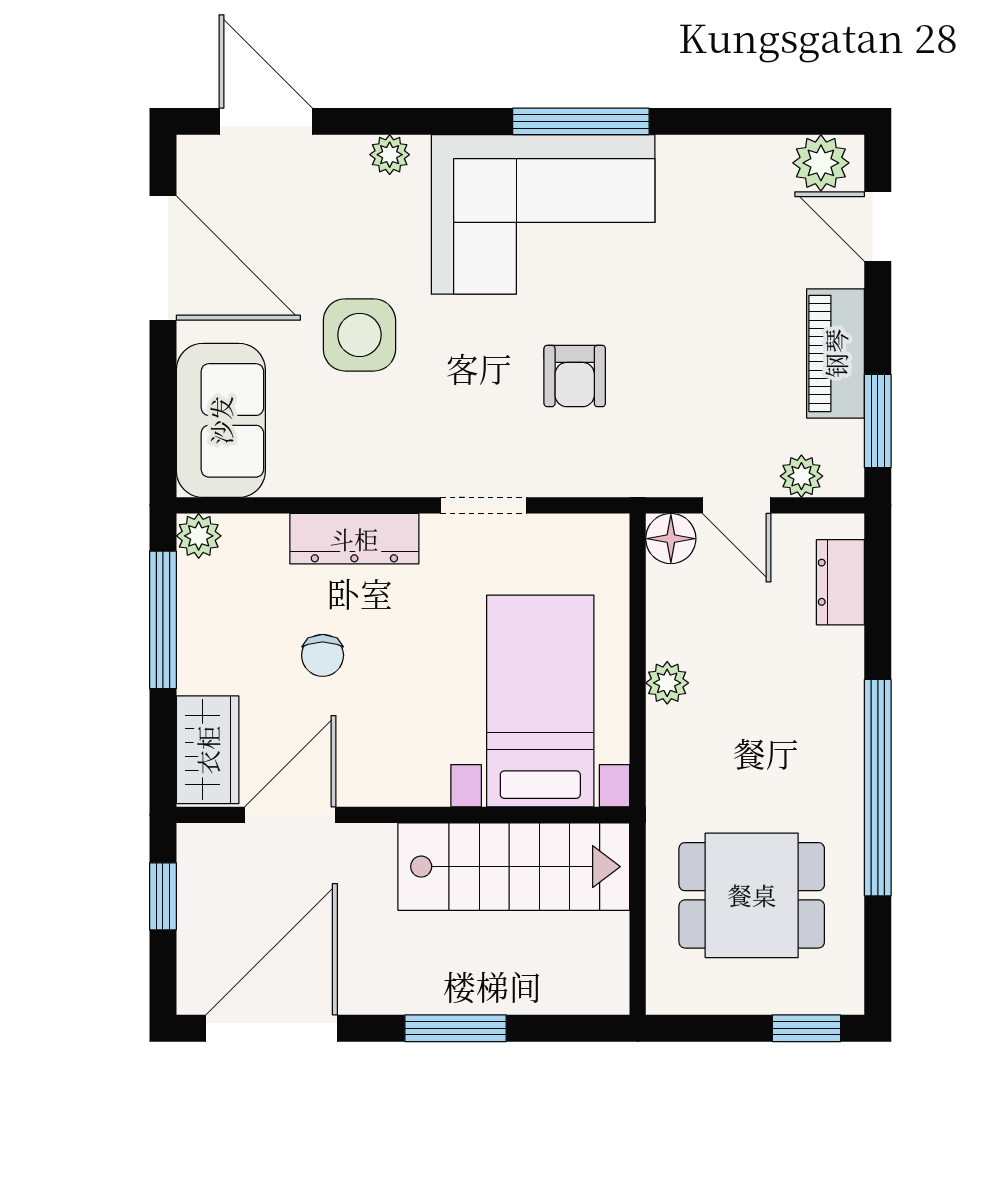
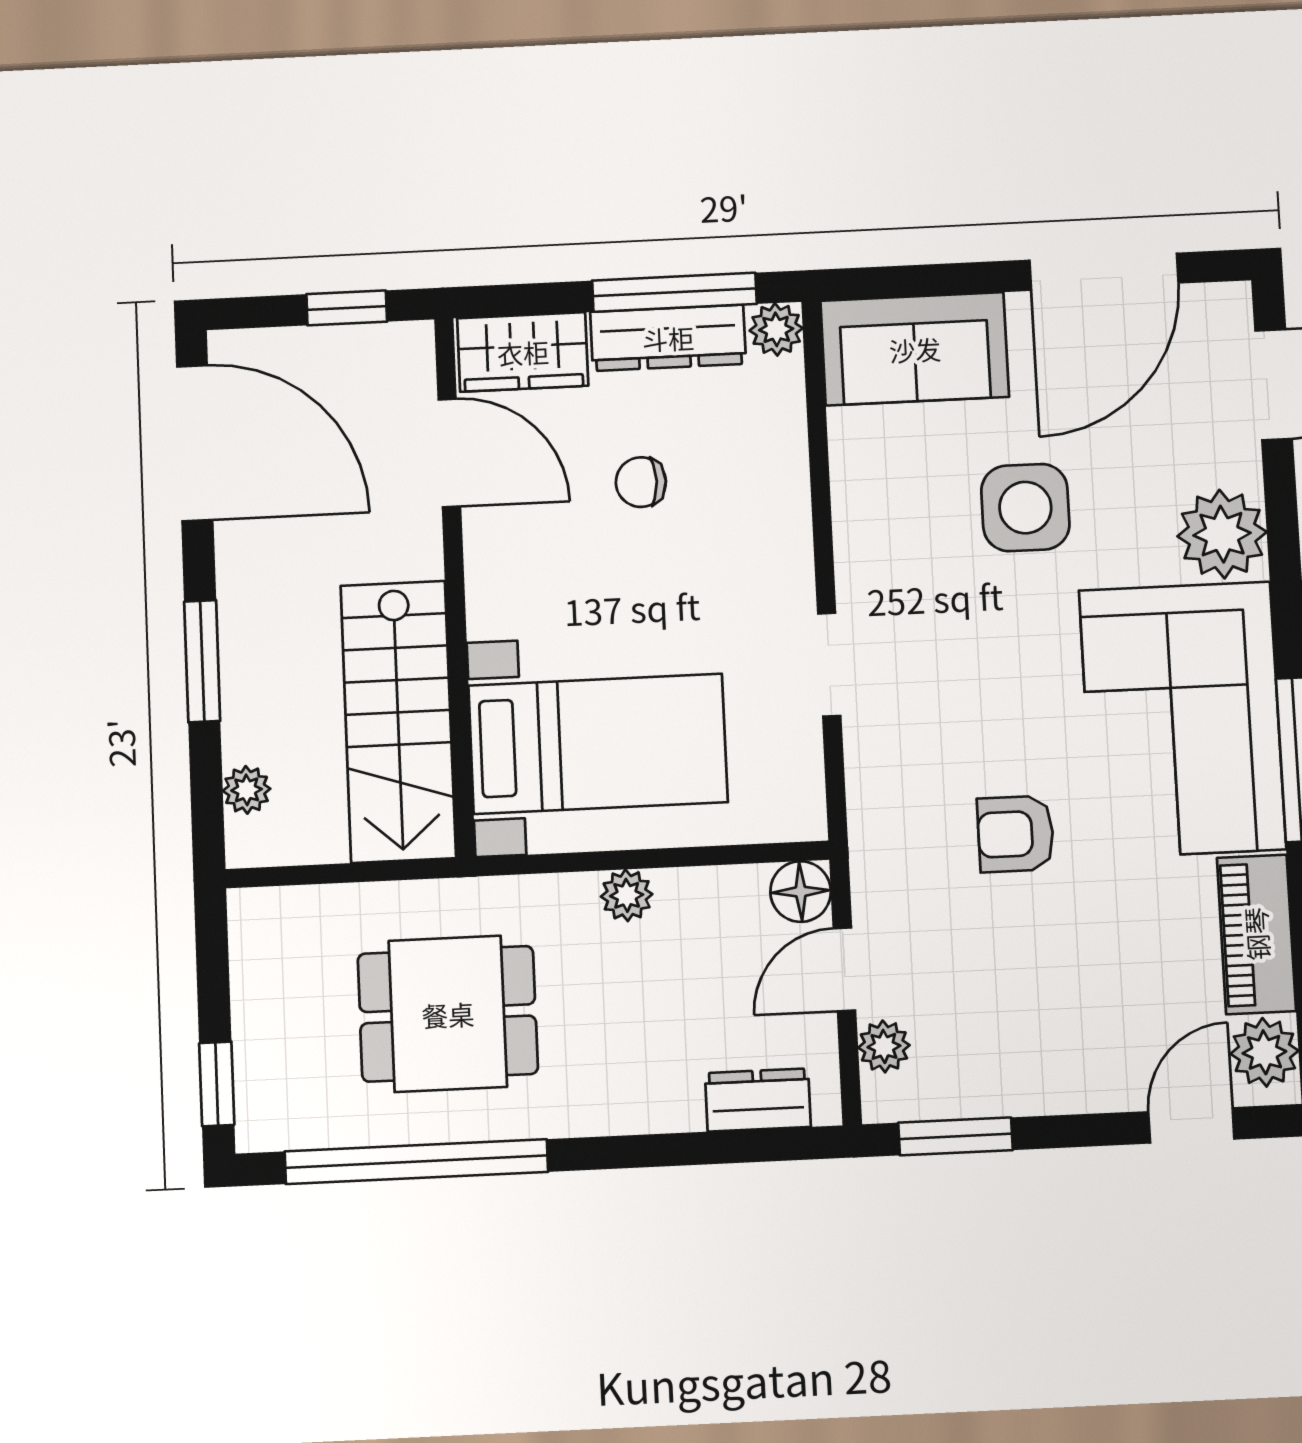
plant: (390, 155) -> (1222, 534), width x1.88, depth x1.88
piano: (836, 353) -> (1256, 934), moved, turned -90
armchair: (575, 376) -> (1016, 834), moved
dresser: (354, 539) -> (668, 338), moved, turned -90
window: (878, 788) -> (416, 1162), moved
dining table: (752, 895) -> (448, 1014), moved, turned 90
plant: (565, 995) -> (247, 790), added

